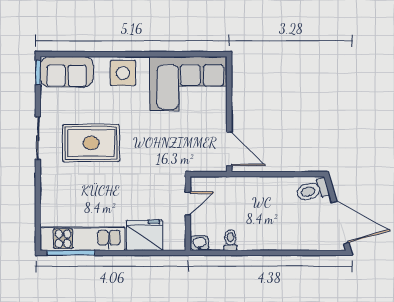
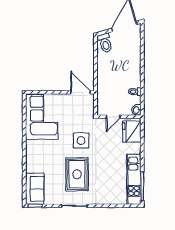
side table: (123, 73) -> (81, 141), moved
door: (229, 149) -> (81, 92), hinge flipped
door: (188, 204) -> (113, 117), swing flipped
fridge: (145, 235) -> (132, 132), moved

